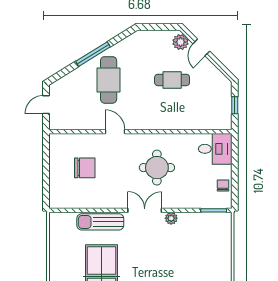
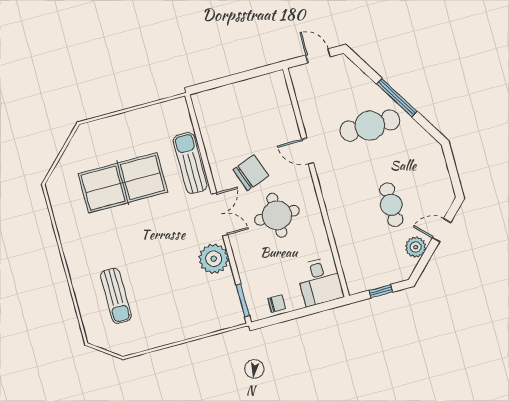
plant: (180, 42) -> (416, 247), moved
door: (115, 132) -> (308, 151), swing flipped
chair: (85, 168) -> (251, 173), moved, turned -110
plant: (171, 218) -> (214, 259), width x1.88, depth x1.88

